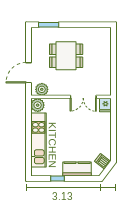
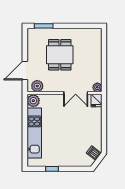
dining table: (66, 56) -> (60, 55), turned 90
plant: (106, 91) -> (97, 87), added
kitchen counter: (77, 169) -> (70, 160), removed

